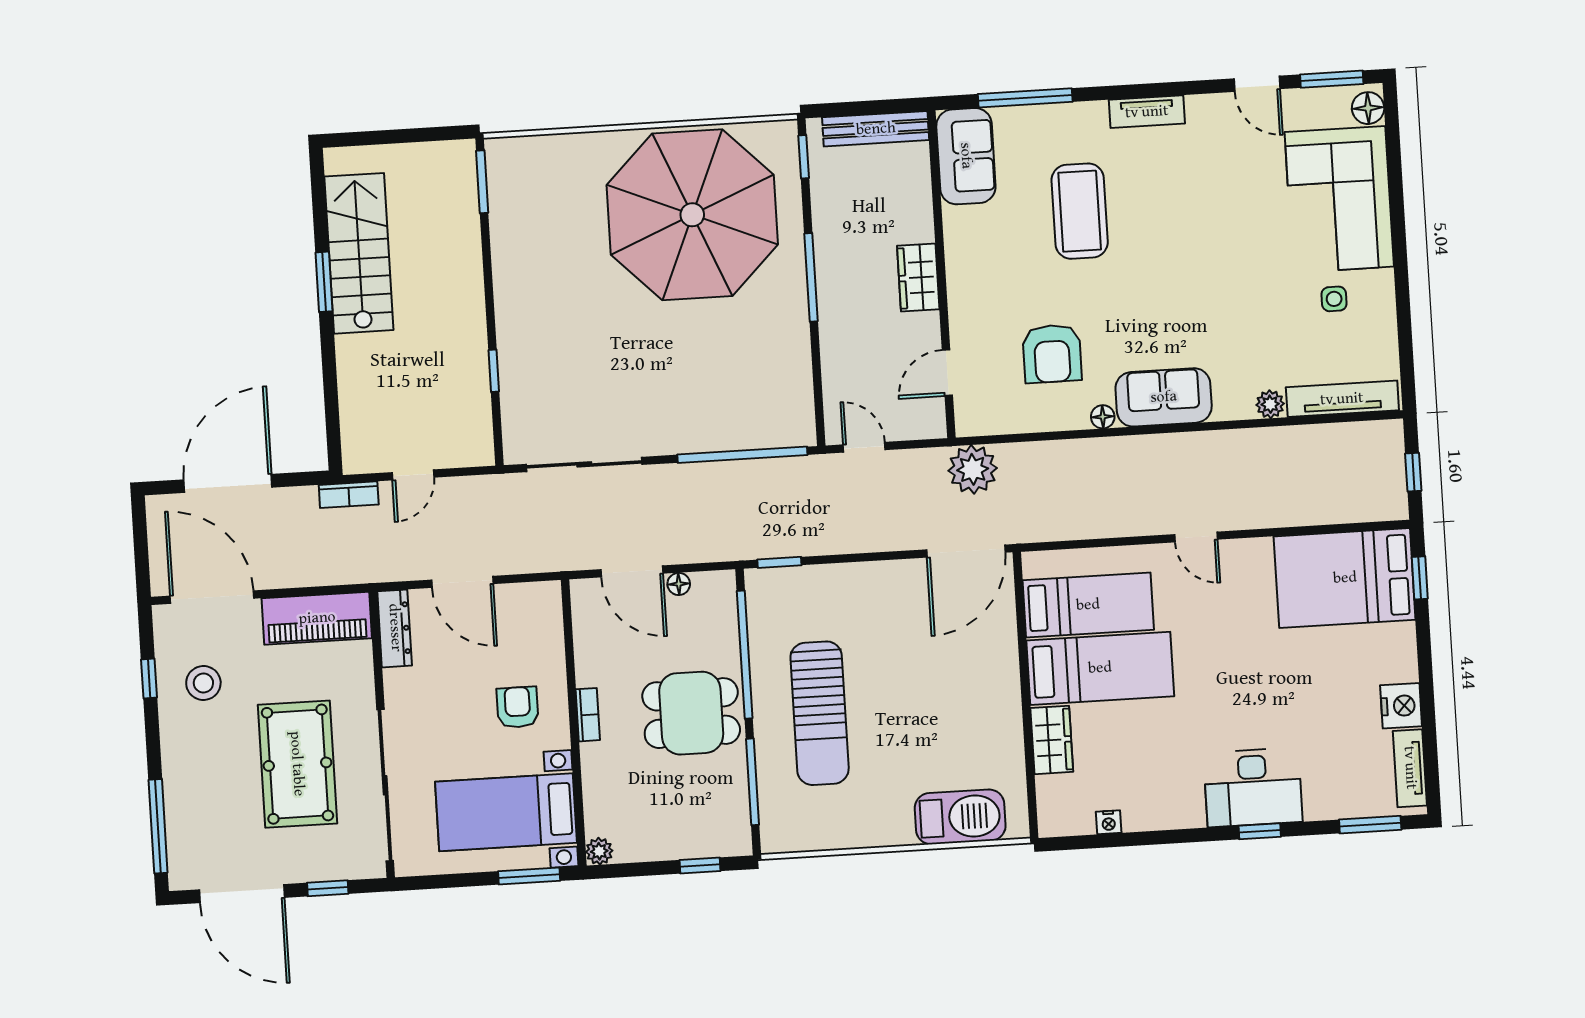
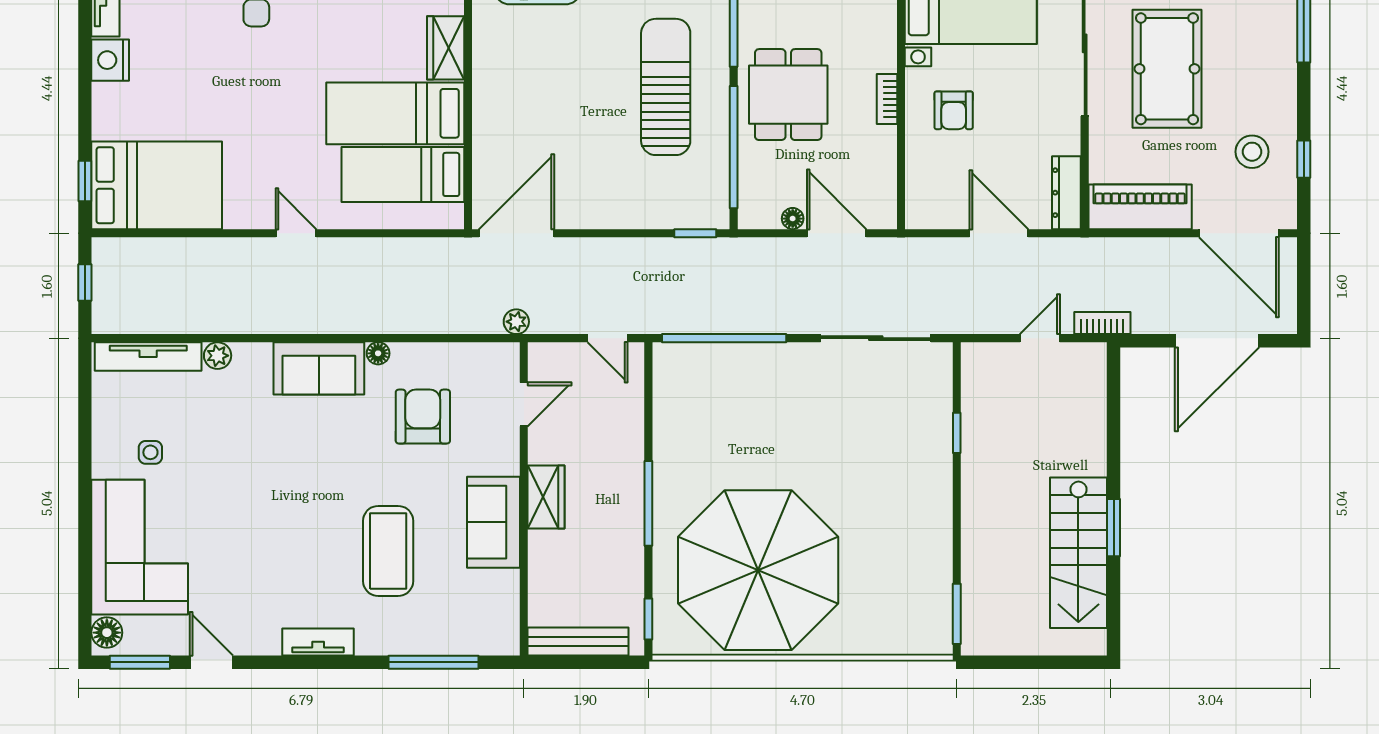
sofa: (966, 156) -> (493, 522), moved
plant: (973, 469) -> (516, 322), width x0.53, depth x0.53
dining table: (691, 713) -> (788, 95), turned 90

